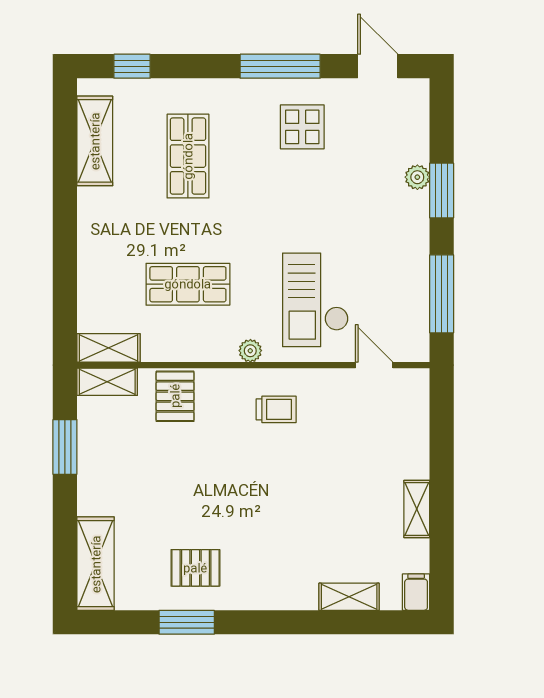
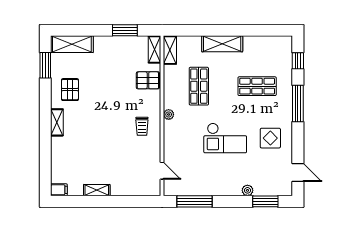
window: (280, 66) -> (298, 104), moved
door: (378, 66) -> (298, 172), hinge flipped
shelving: (95, 141) -> (222, 44), moved
window: (442, 191) -> (265, 201), moved
checkout: (315, 300) -> (225, 138), moved, turned 180
door: (374, 365) -> (162, 171), hinge flipped
shelving: (349, 597) -> (57, 122), moved
window: (187, 622) -> (45, 65), moved

